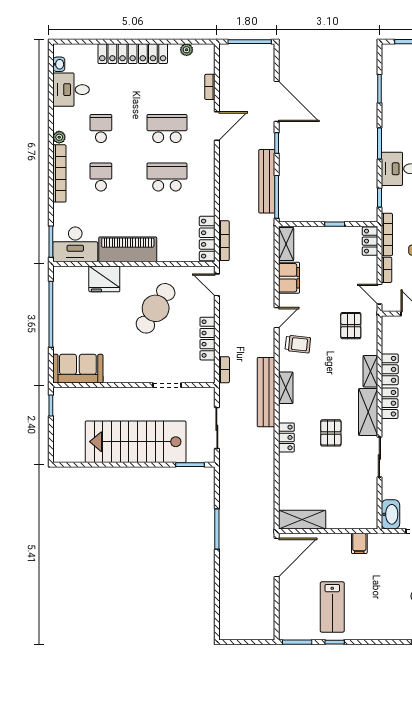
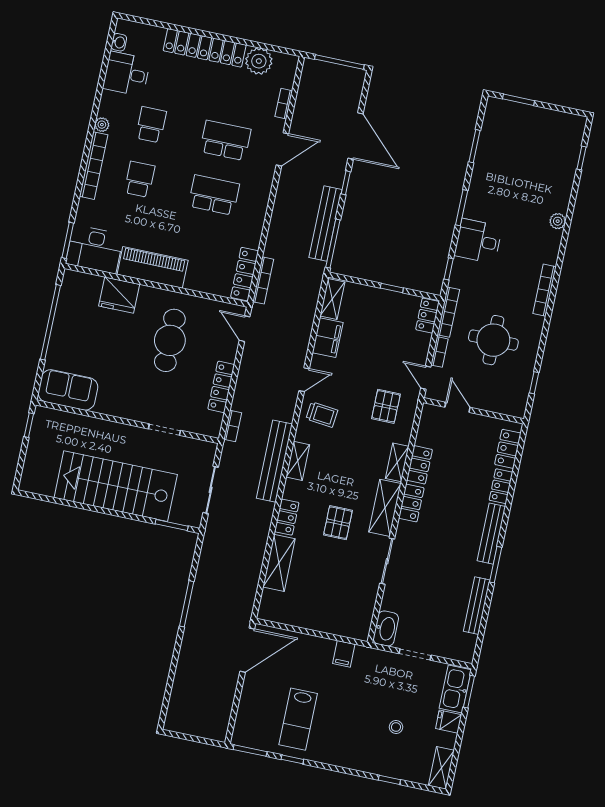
plant: (187, 50) -> (259, 61), width x1.88, depth x1.88
cafe table: (156, 308) -> (170, 340), turned -32
shelving: (302, 520) -> (279, 563), moved, turned 90

